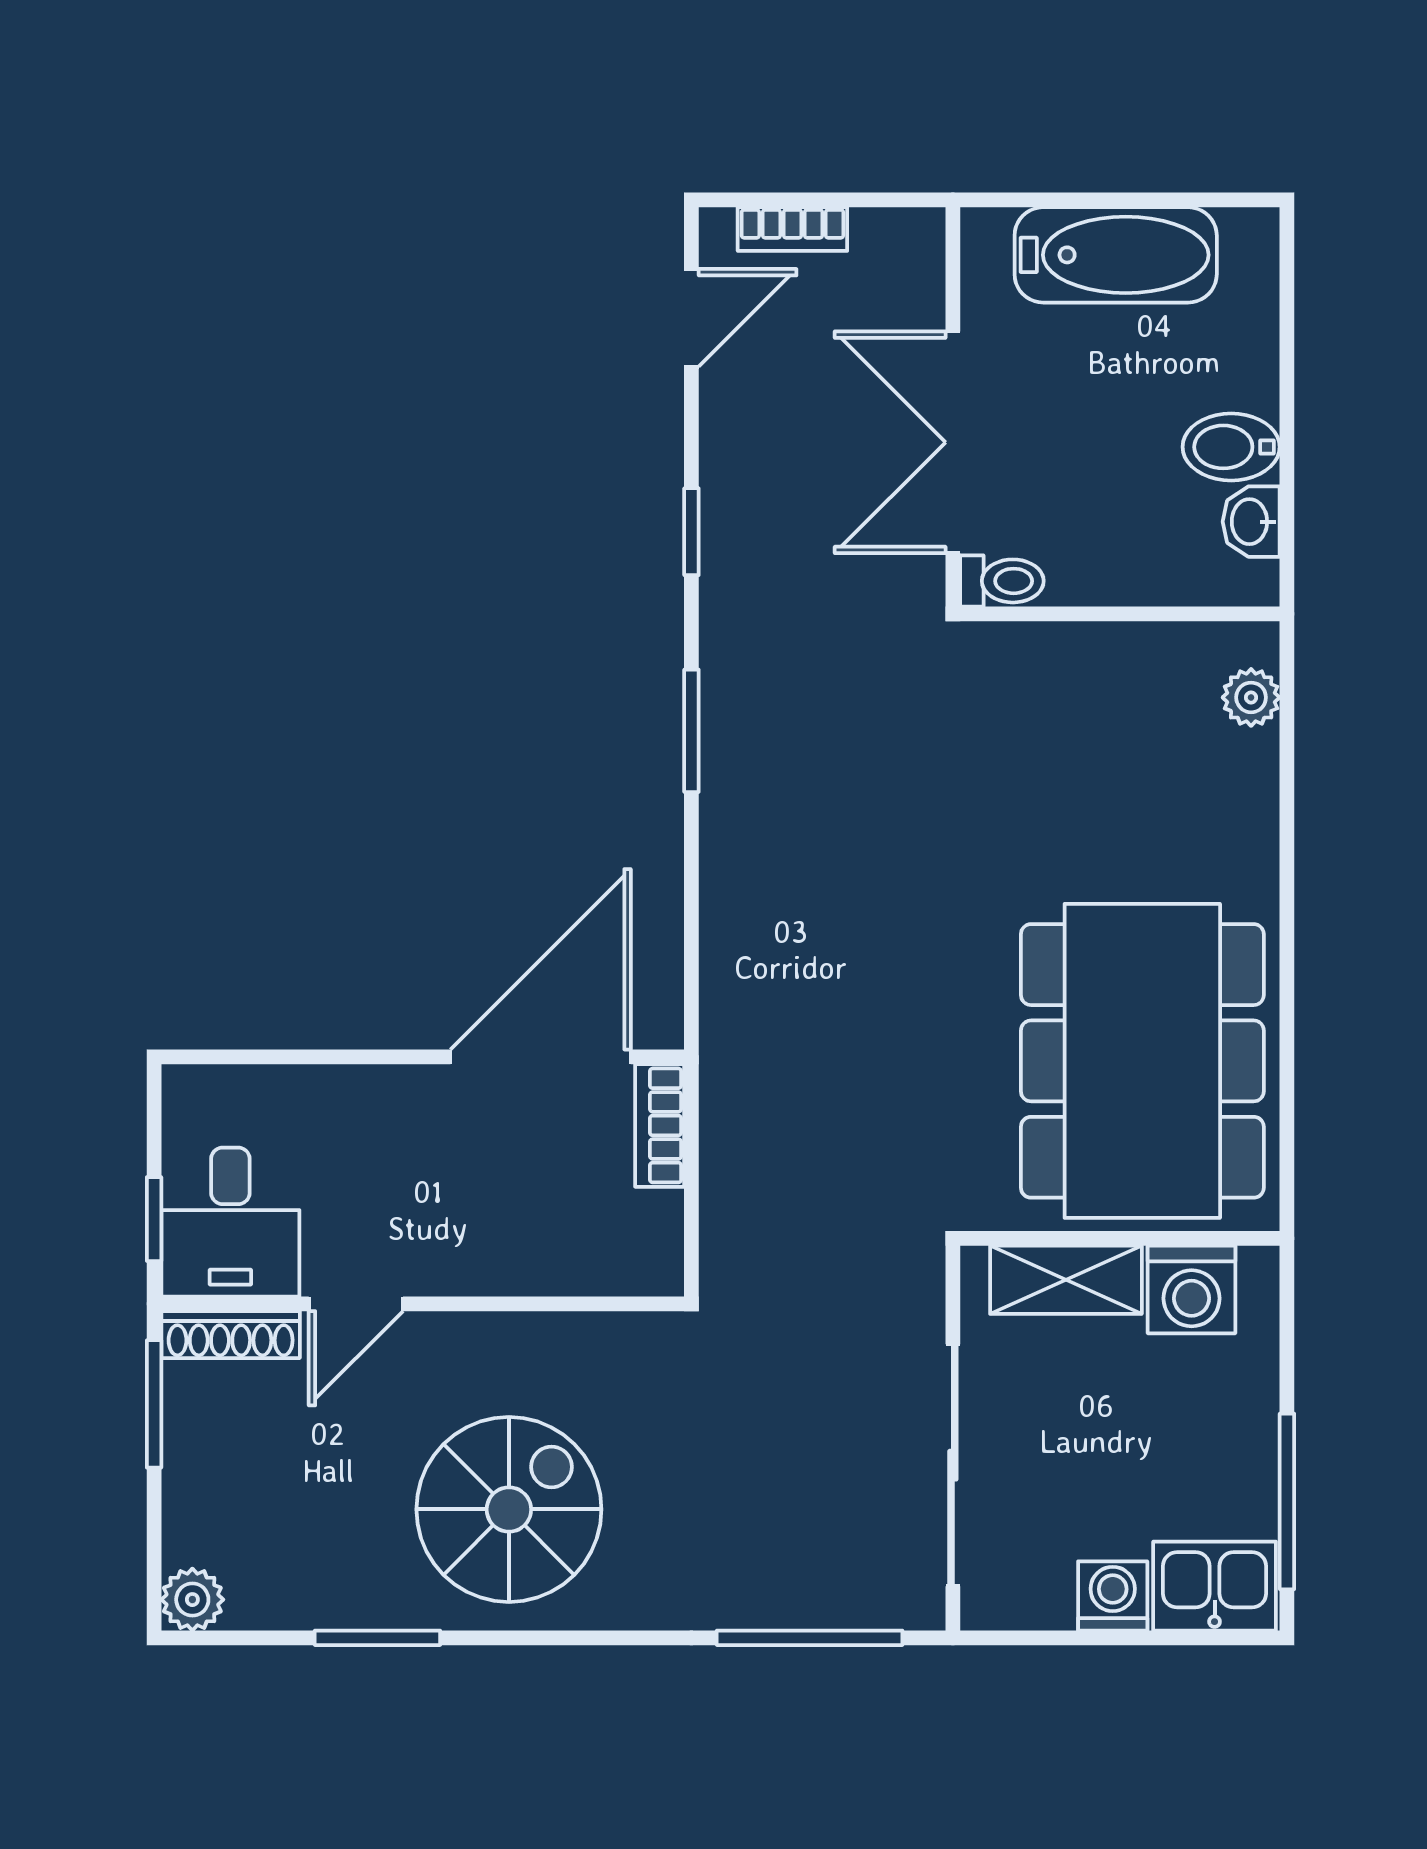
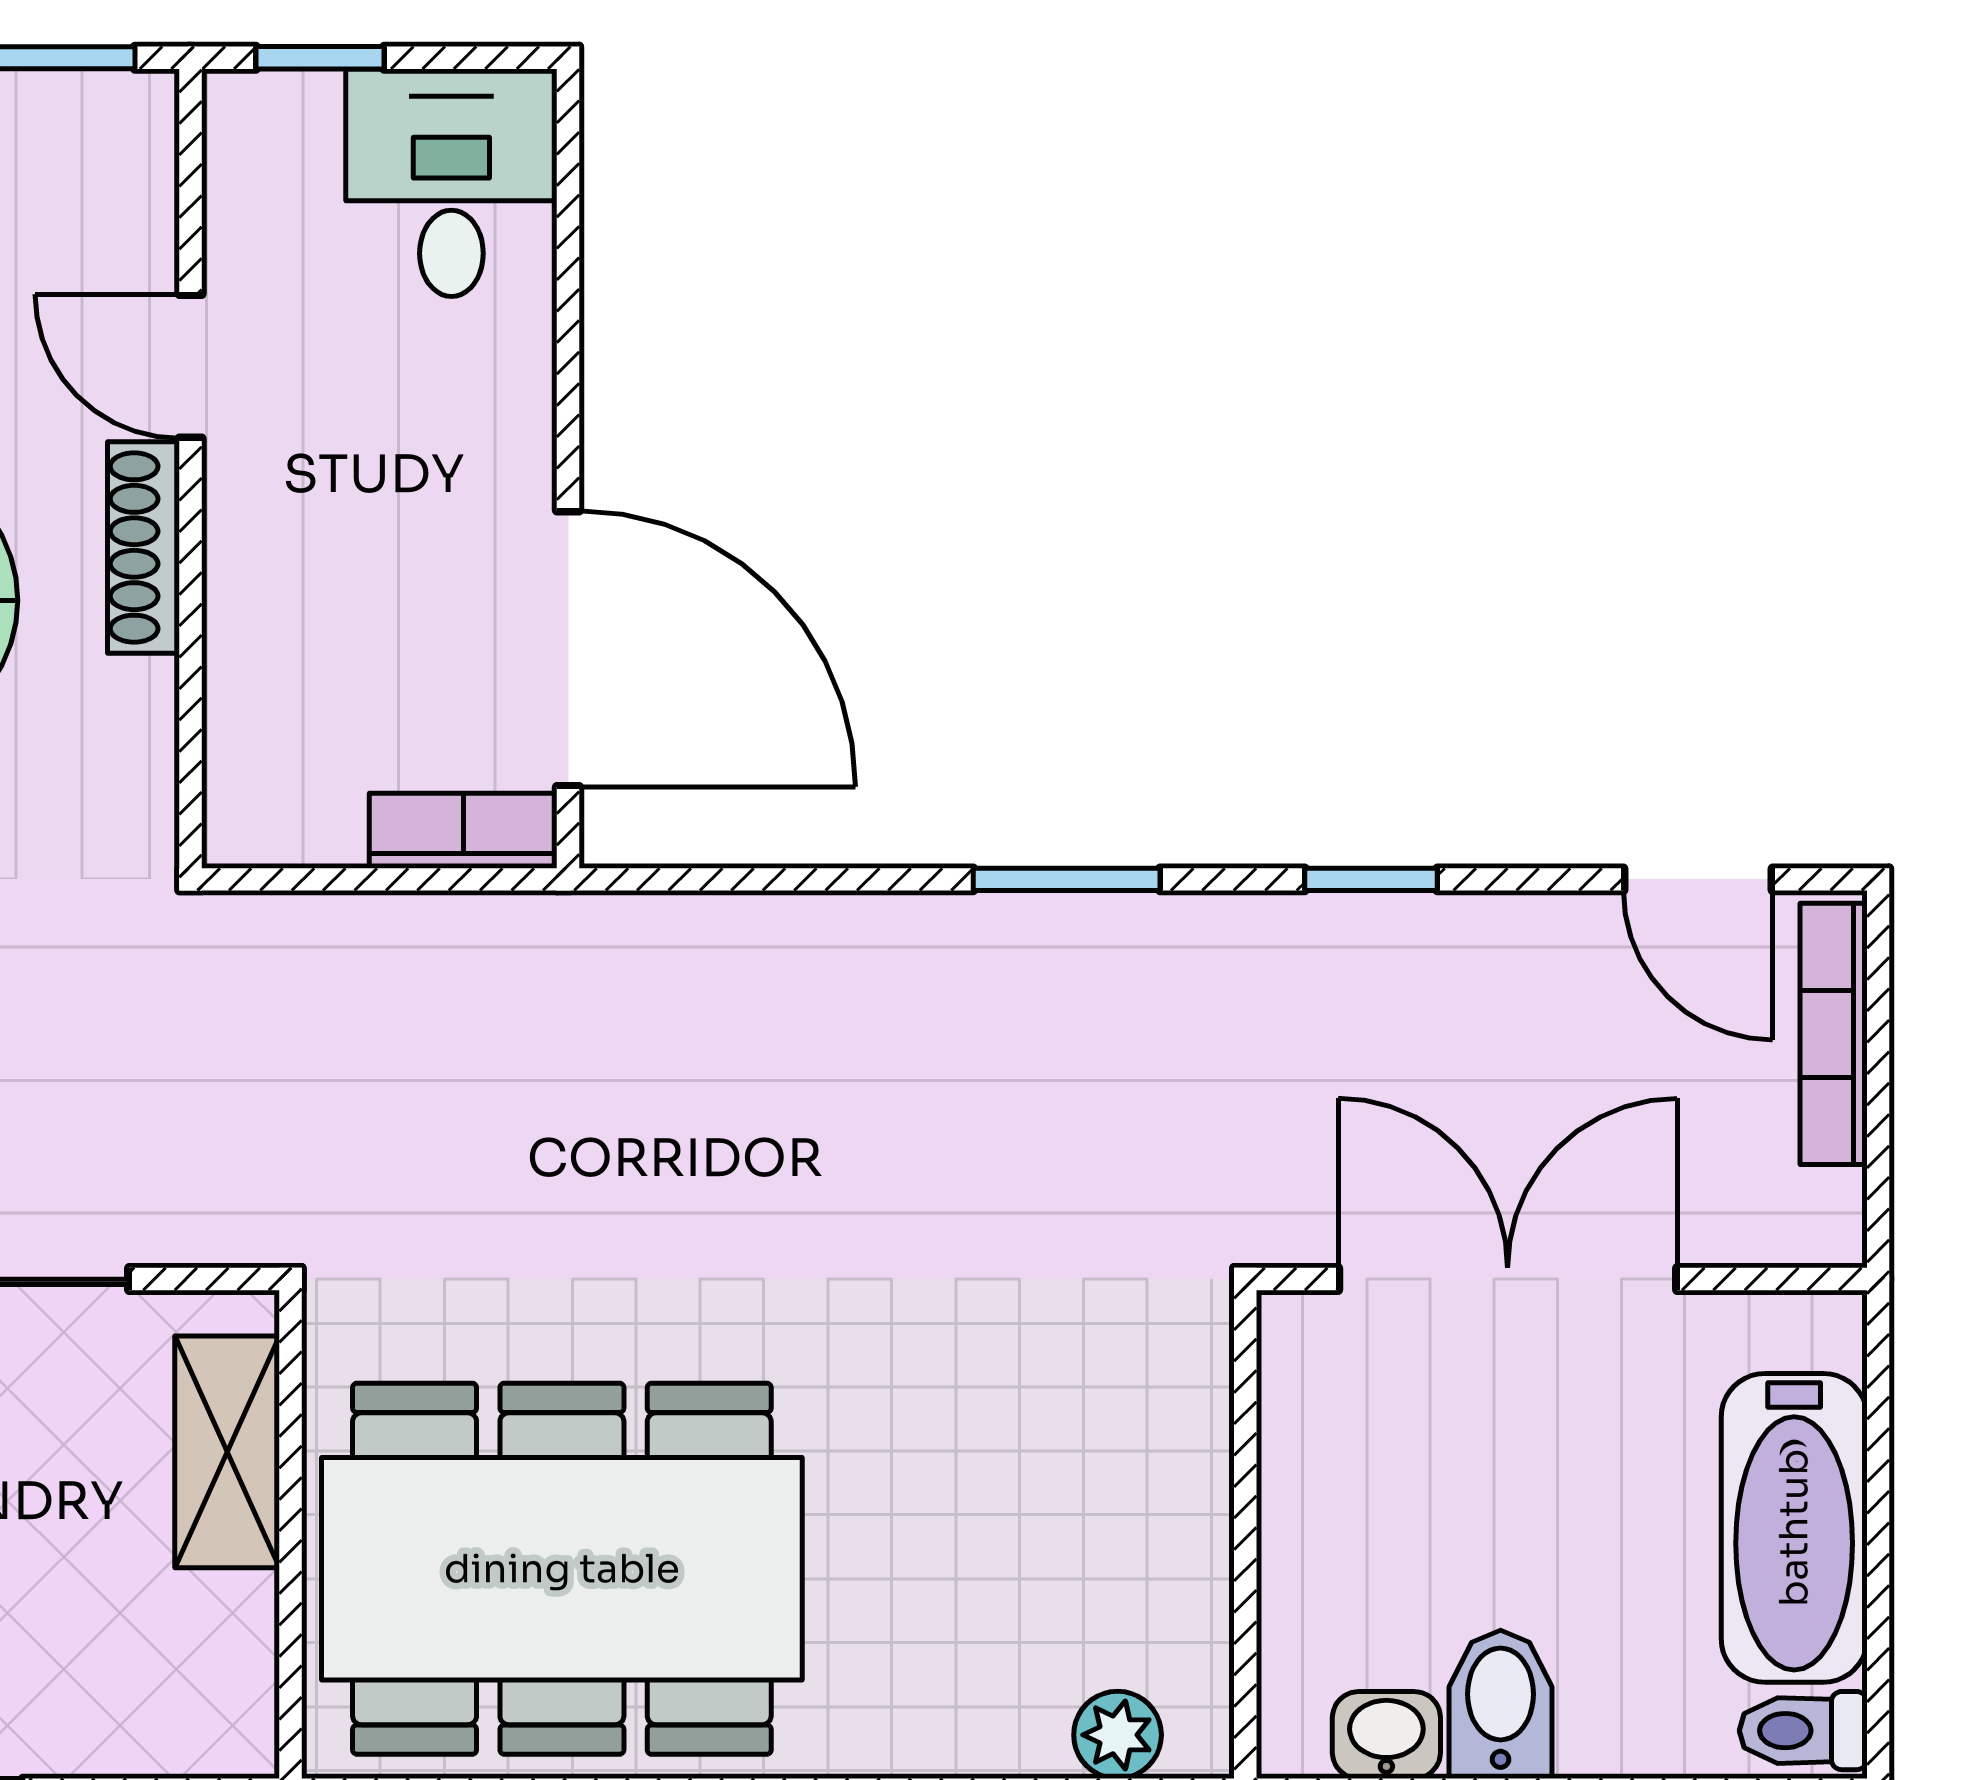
bookcase: (792, 229) -> (1834, 1034), width x1.56
toilet: (1002, 581) -> (1803, 1731), moved, turned 90
desk: (230, 1222) -> (451, 183), moved, turned 90
washing machine: (1192, 1290) -> (212, 1644), removed
shoe rack: (231, 1335) -> (144, 547), moved

